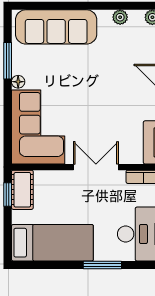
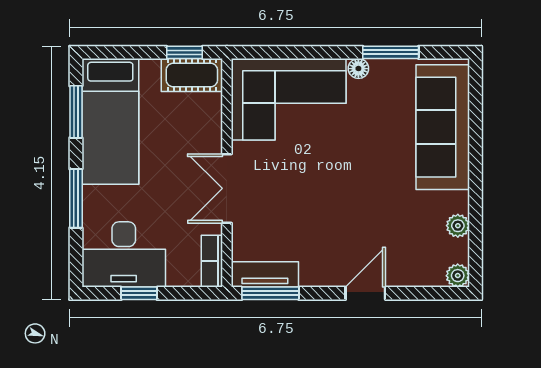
double door: (96, 167) -> (227, 188), swing flipped
window: (46, 265) -> (76, 112), added

